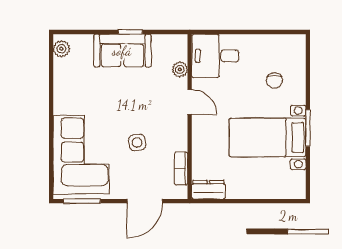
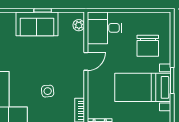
plant: (180, 69) -> (79, 25), moved
chair: (274, 81) -> (148, 46), width x1.87, depth x1.87
door: (190, 102) -> (86, 61), hinge flipped

